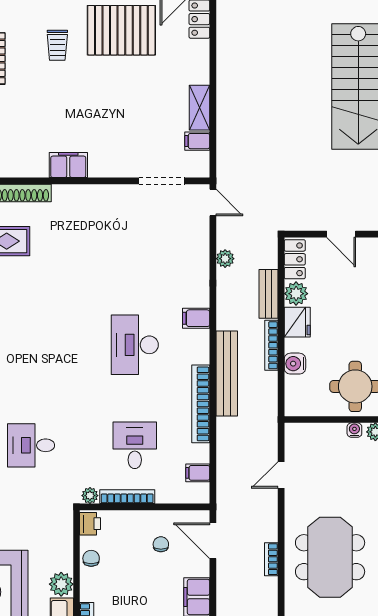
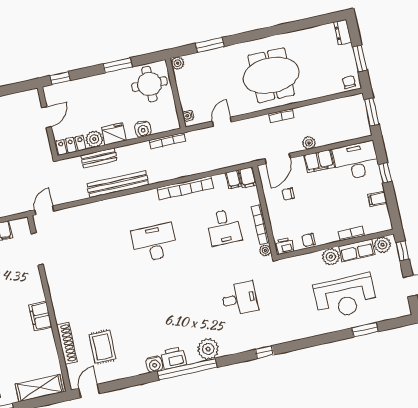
plant: (225, 259) -> (309, 143), moved
filing cabinet: (196, 318) -> (248, 177), moved
desk: (135, 345) -> (154, 243), turned 180
bookcase: (271, 345) -> (167, 141), moved
bench: (227, 374) -> (118, 184), moved
water cooler: (354, 430) -> (188, 116), moved
desk: (31, 445) -> (240, 299), turned -90
desk: (135, 445) -> (224, 227), turned -90
door: (281, 475) -> (222, 122), swing flipped

